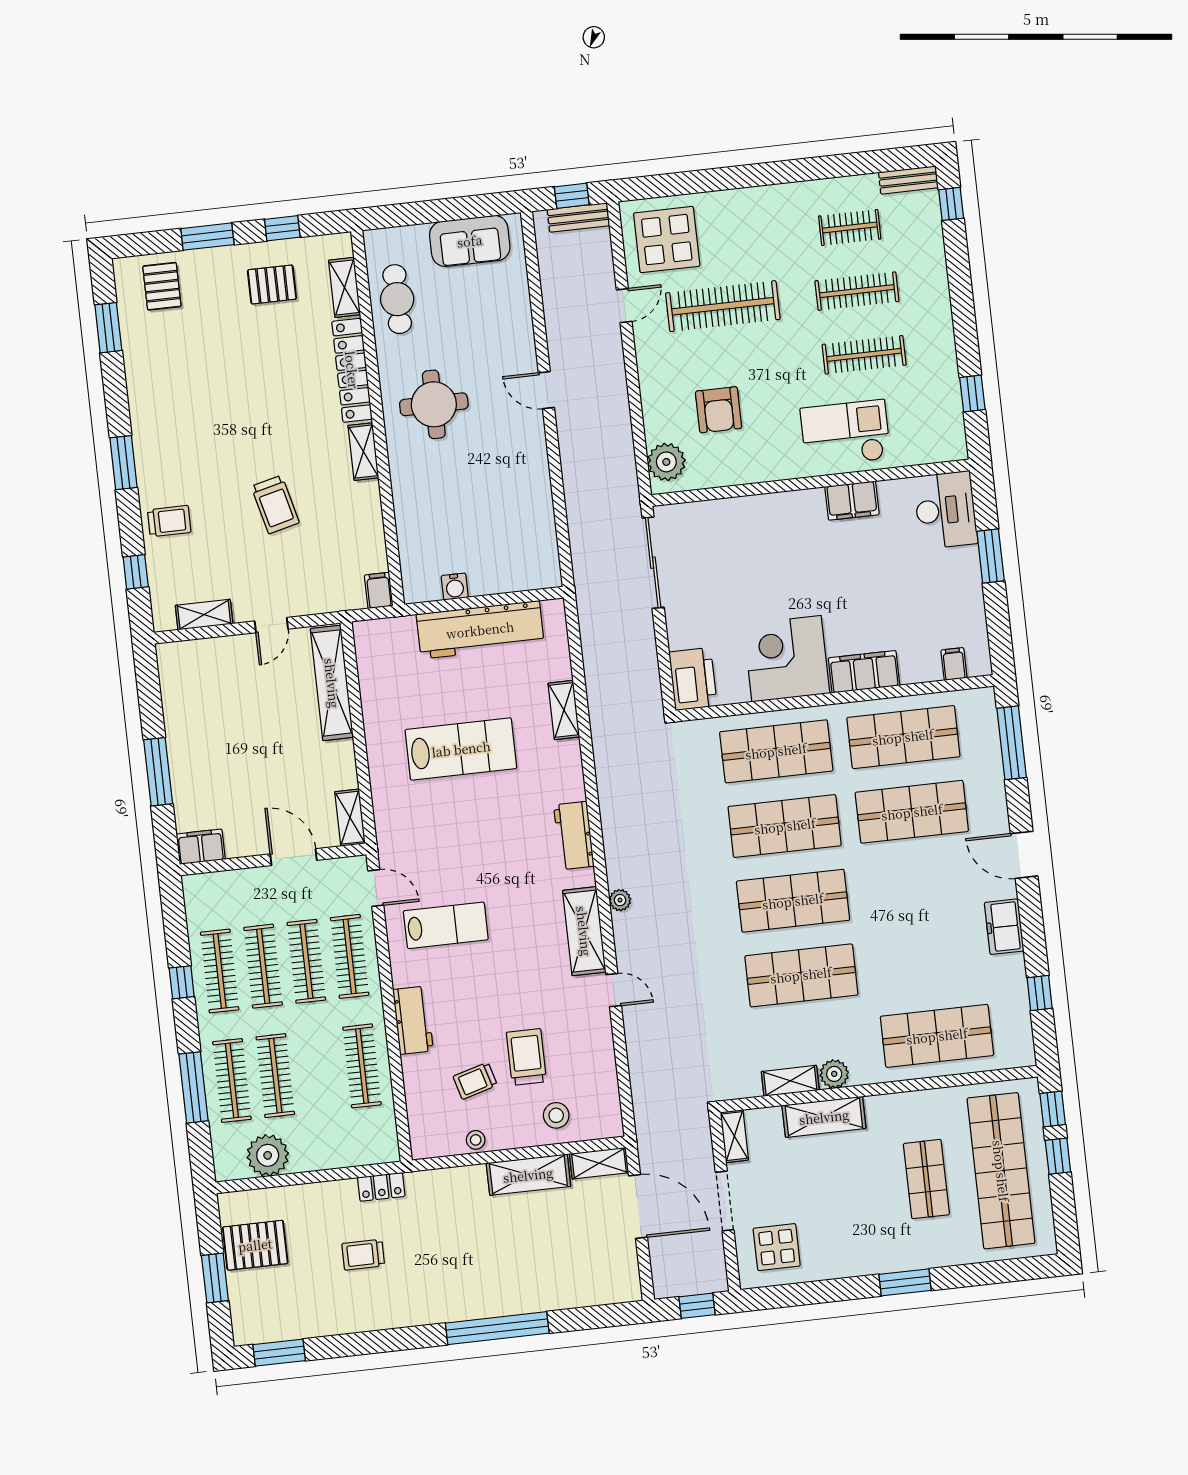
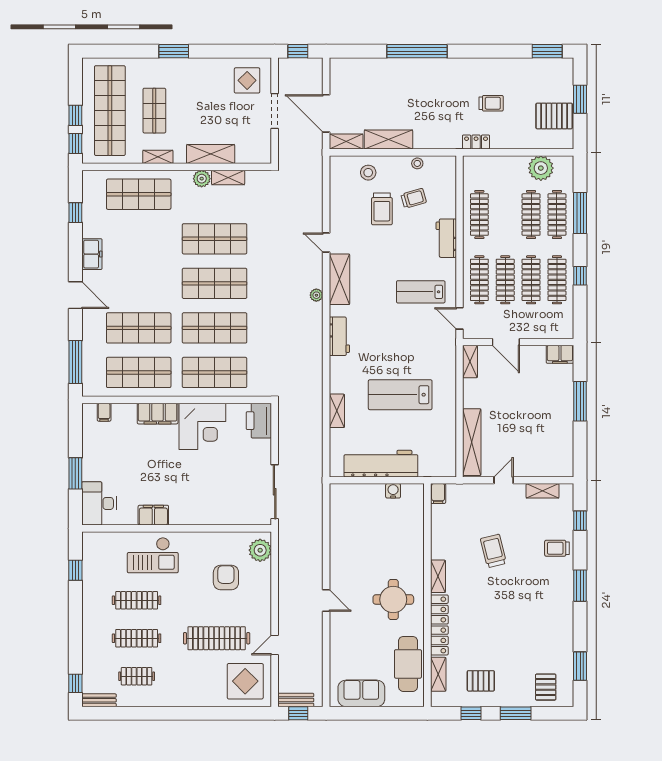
cafe table: (397, 299) -> (408, 664), width x1.37, depth x1.35
shelving: (734, 1136) -> (158, 157), moved, turned 90

